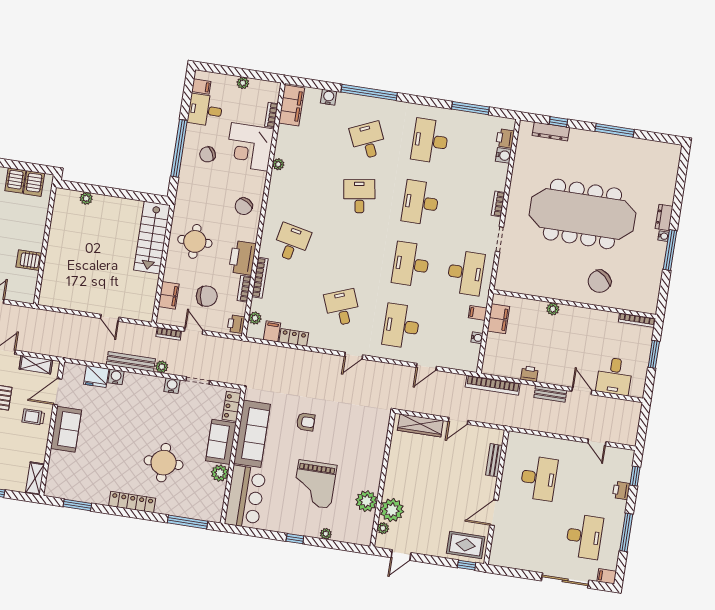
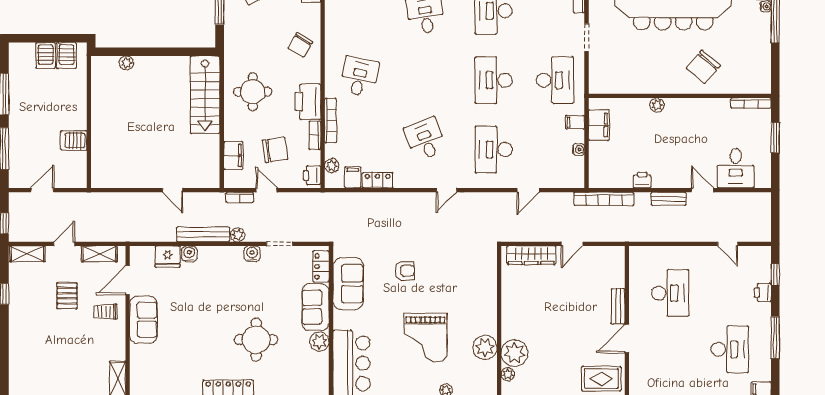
sofa: (252, 434) -> (348, 284), width x0.73
bench: (494, 460) -> (618, 306), moved

